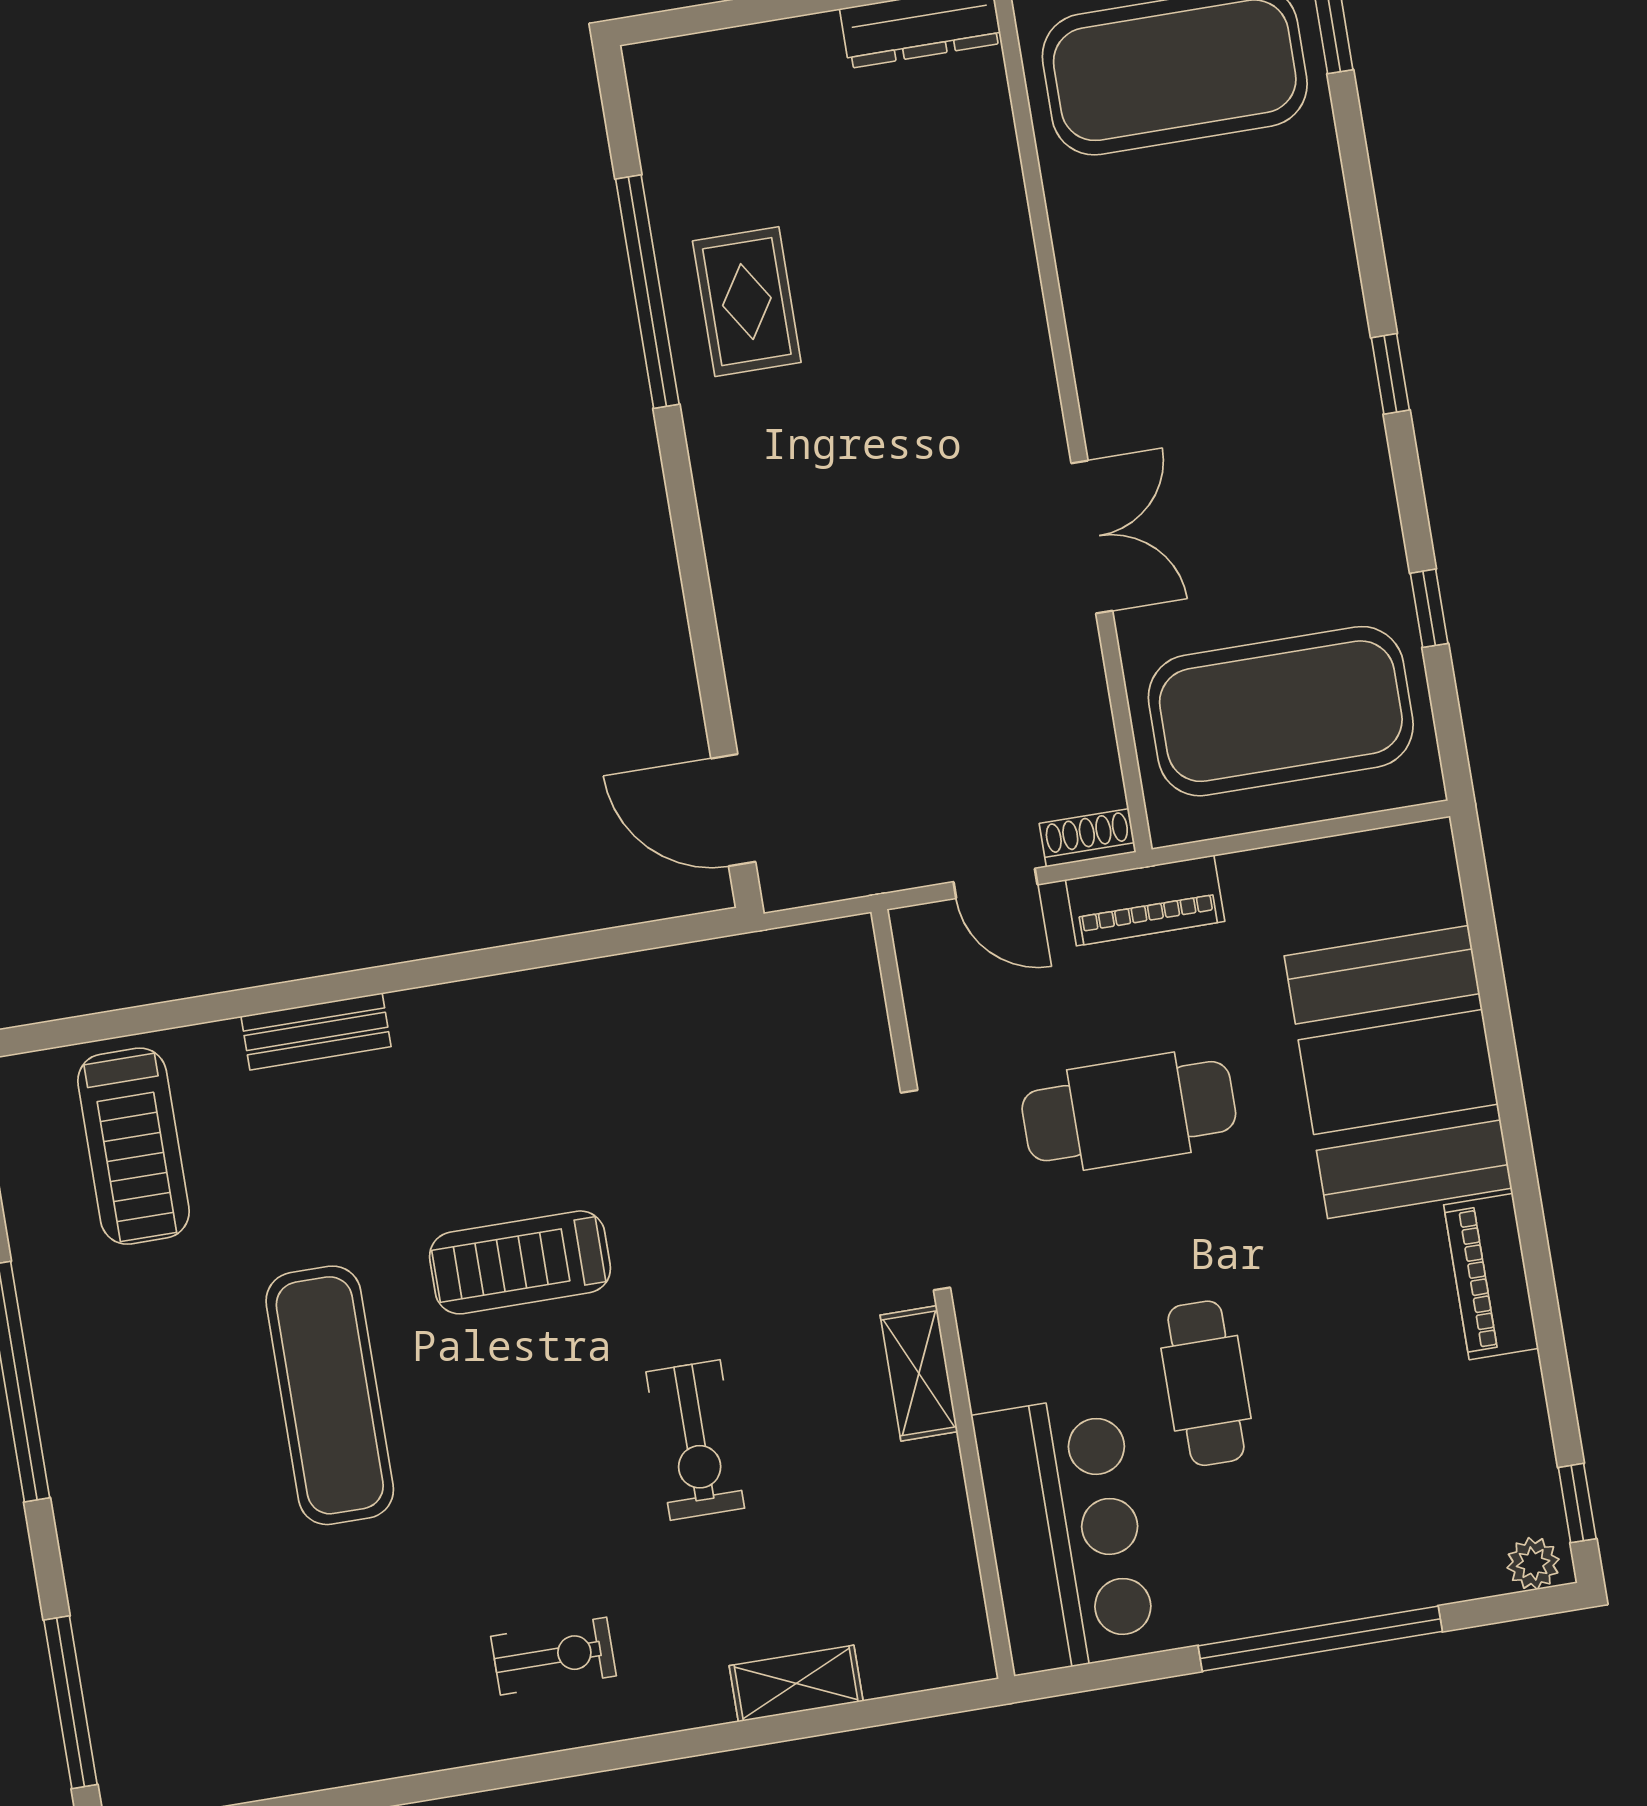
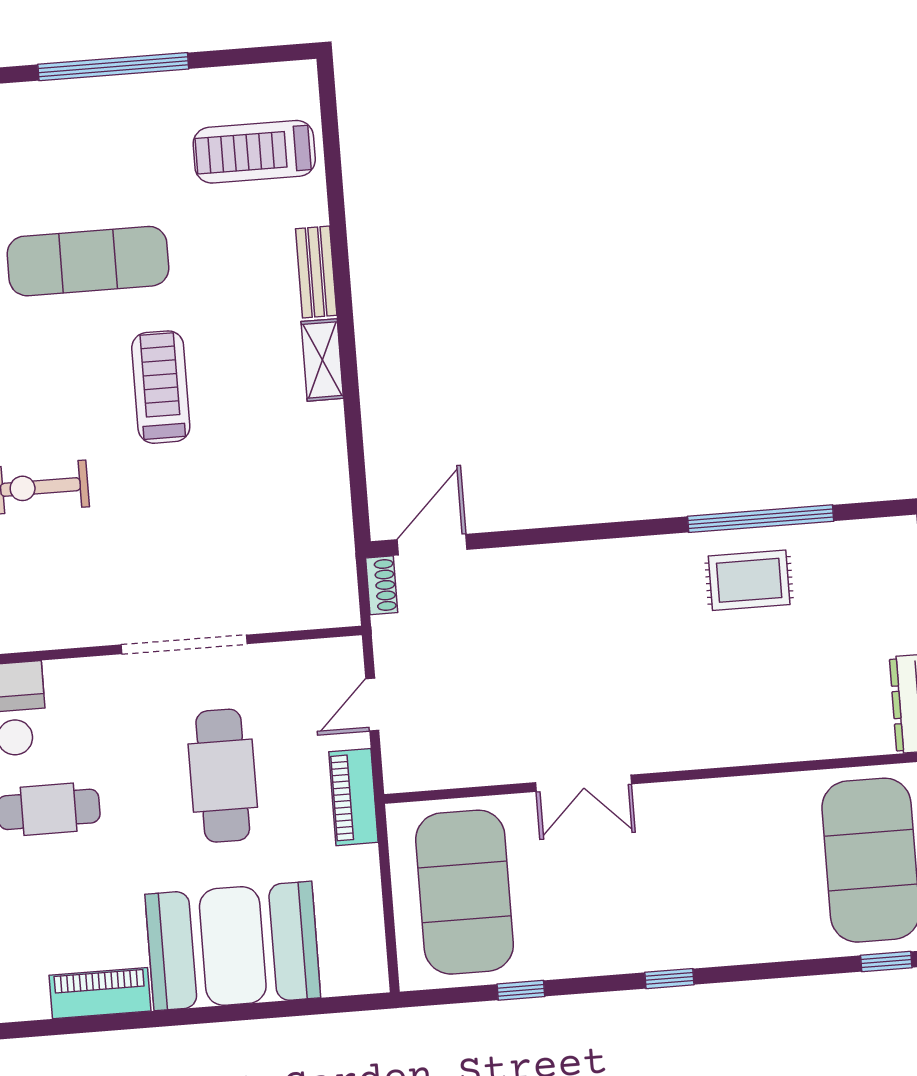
shoe rack: (1088, 838) -> (382, 585), moved
shelving: (919, 1373) -> (322, 360), moved, turned 90

